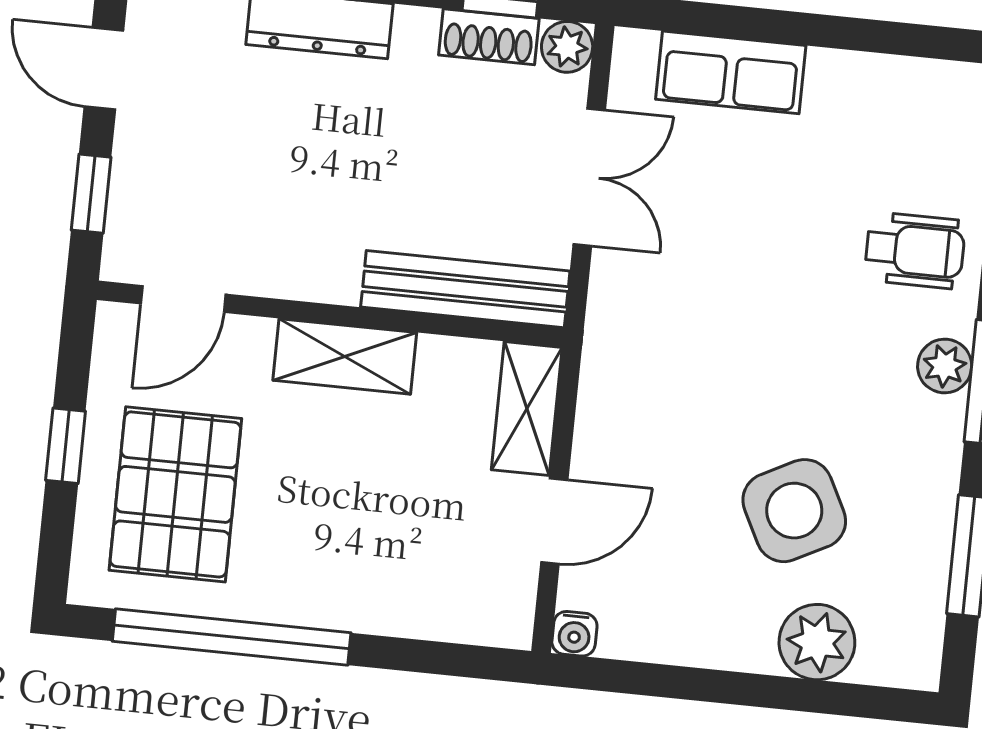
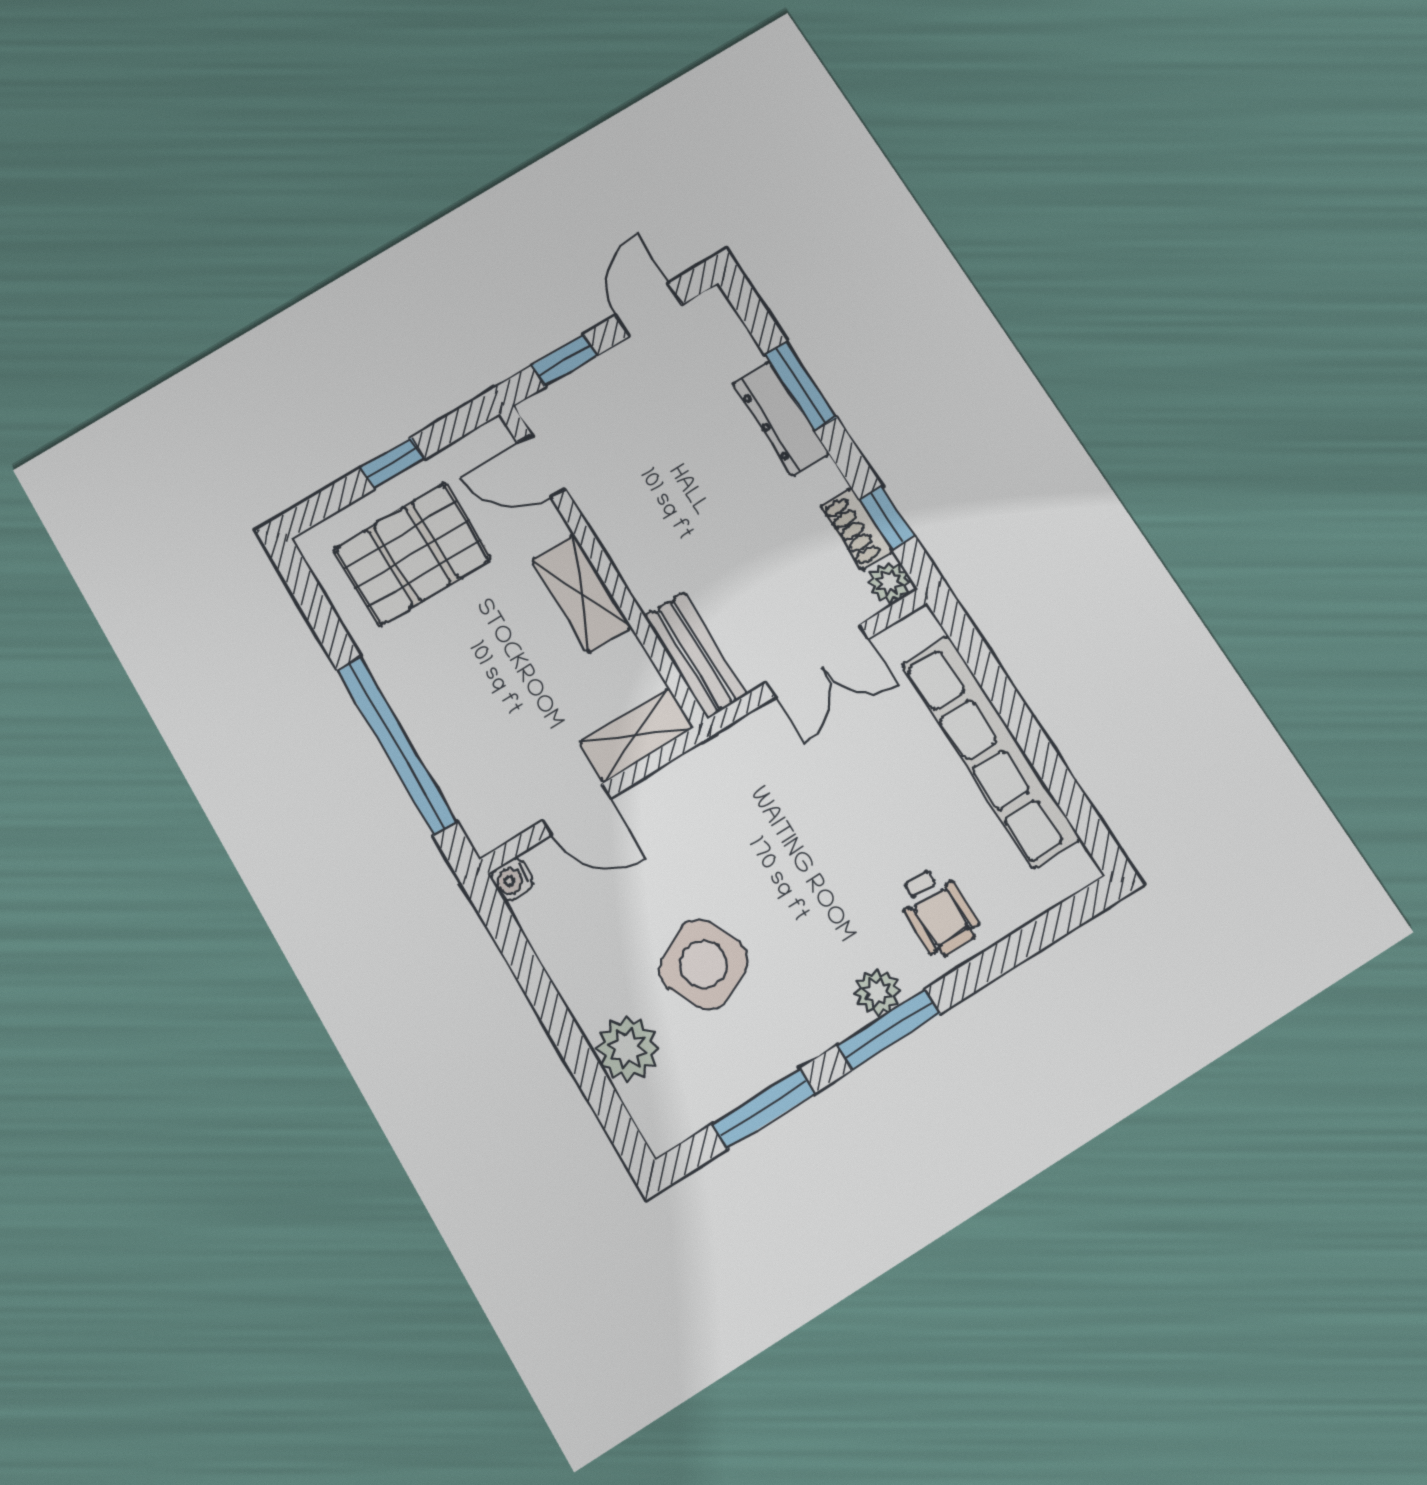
row of seats: (731, 72) -> (990, 751), width x2.02
bench: (465, 289) -> (695, 655), width x0.73
window: (232, 637) -> (397, 745), moved

